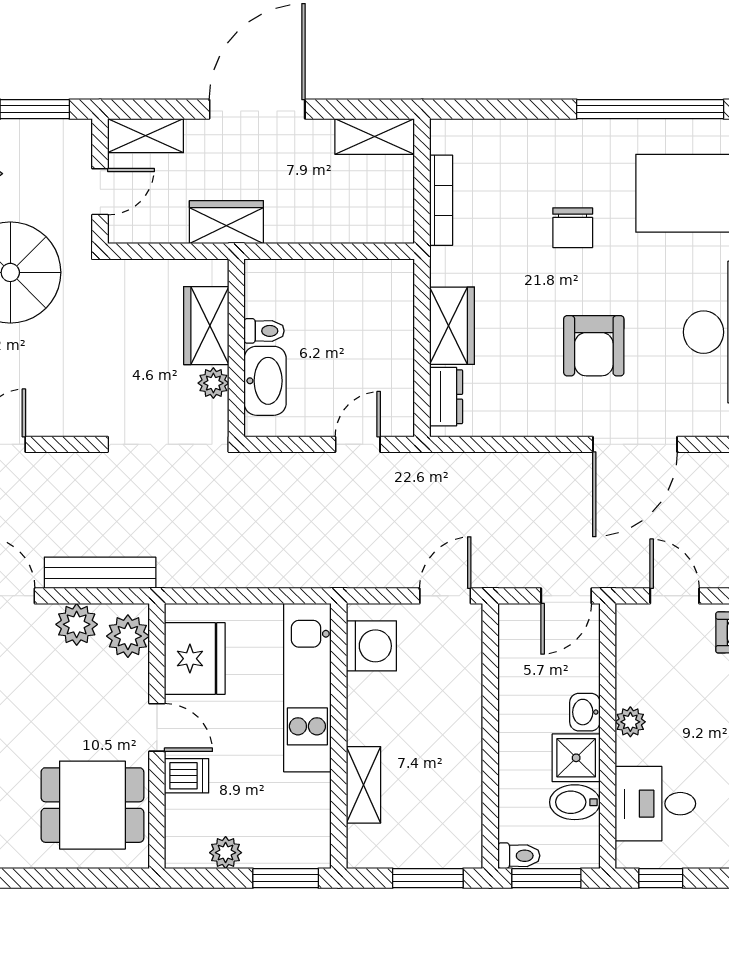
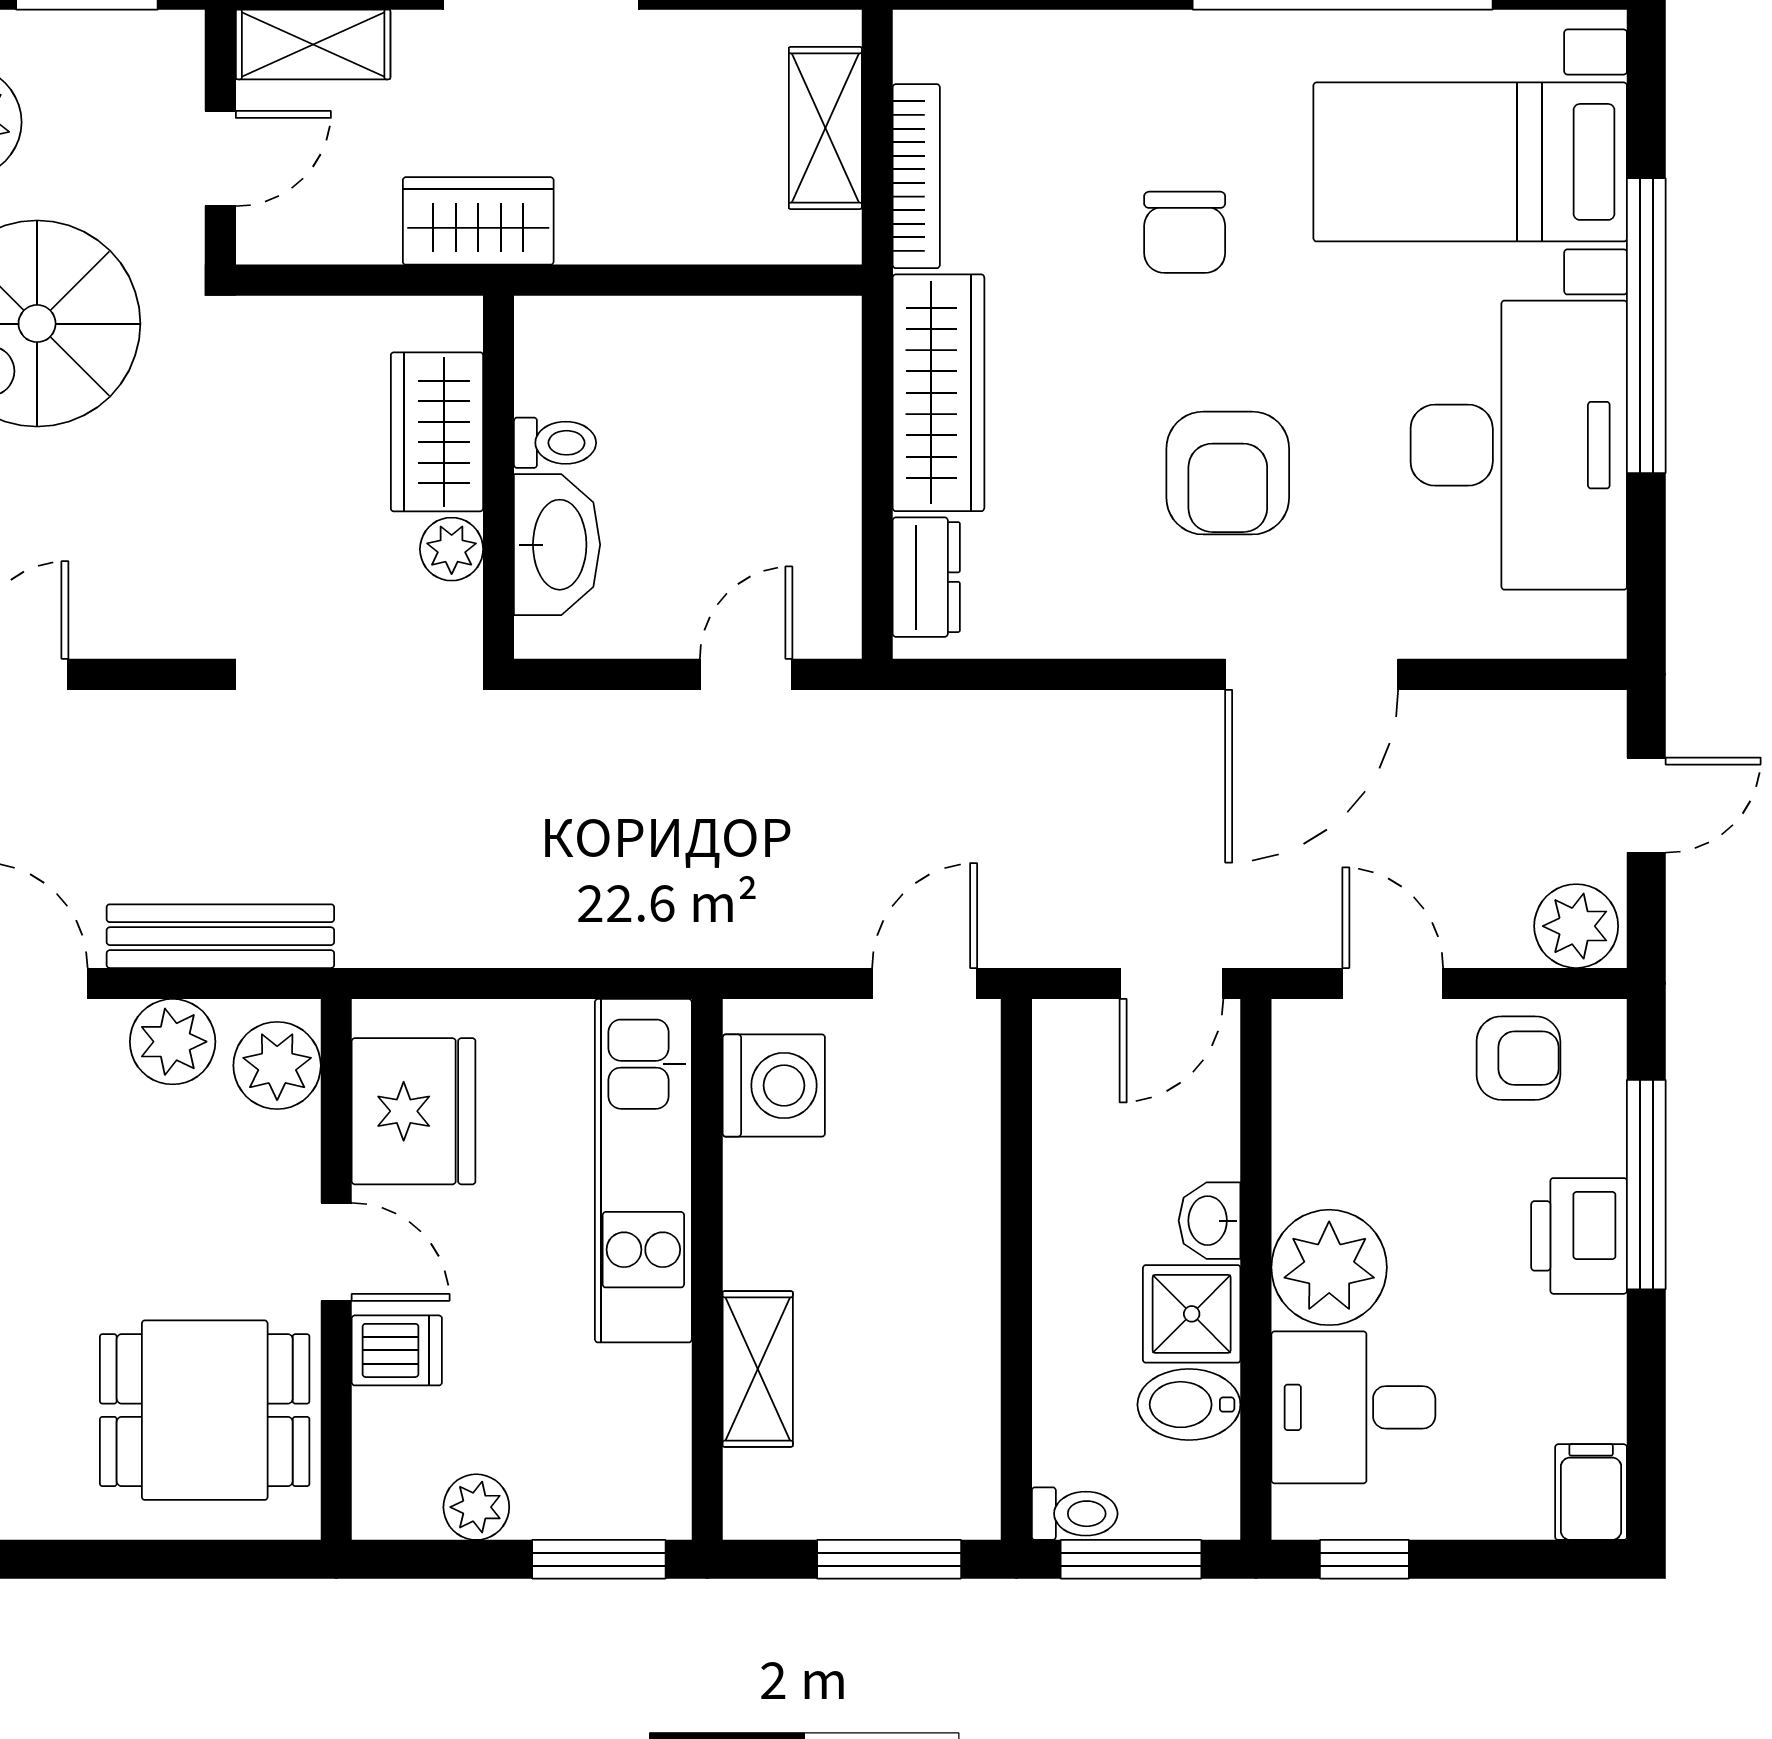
shelving: (375, 136) -> (825, 128), moved, turned 90
wardrobe: (452, 326) -> (938, 393), width x1.50
plant: (630, 722) -> (1329, 1267), width x1.87, depth x1.87

